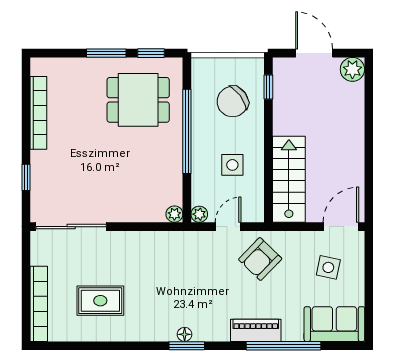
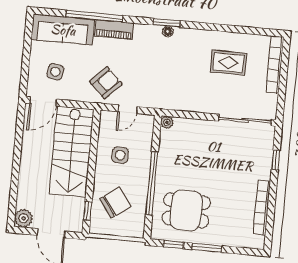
stairs: (289, 179) -> (72, 152), width x1.36, depth x1.51
plant: (199, 214) -> (148, 120), removed
sofa: (334, 324) -> (63, 30), width x1.36

